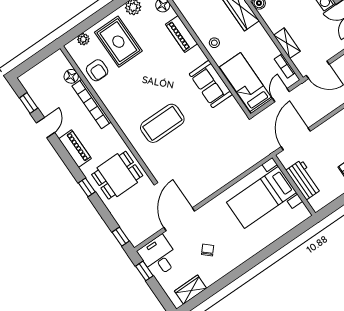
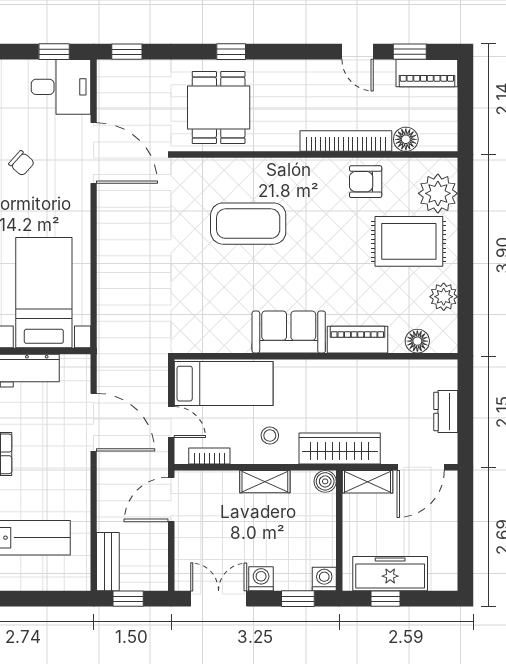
plant: (83, 39) -> (438, 193), width x1.88, depth x1.88
stool: (214, 43) -> (270, 435), moved
shelving: (287, 43) -> (265, 482), moved
armchair: (97, 70) -> (366, 182), moved
sofa: (211, 84) -> (289, 332), moved
coffee table: (162, 123) -> (248, 224), turned 90
door: (296, 139) -> (94, 422), moved
piano: (75, 149) -> (427, 73), moved

